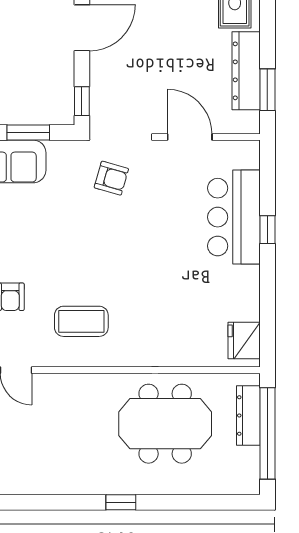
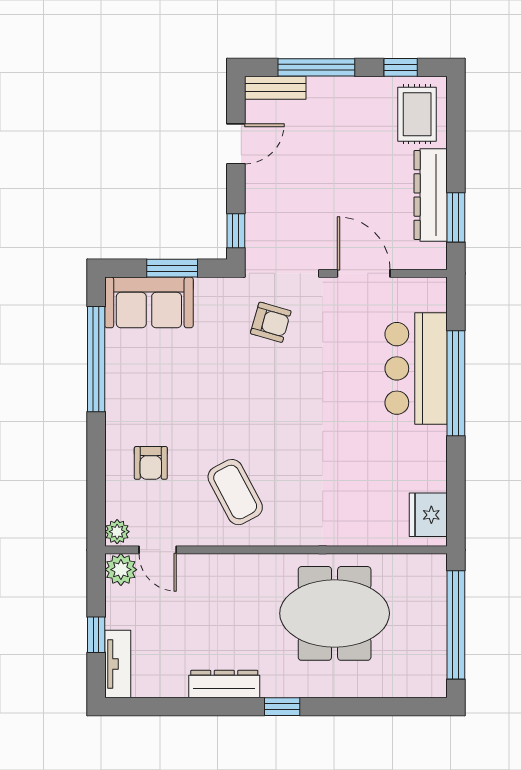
door: (82, 28) -> (236, 144), width x0.73
window: (267, 230) -> (456, 383), width x3.17
coffee table: (81, 321) -> (235, 492), turned 62
dresser: (248, 415) -> (224, 684), moved, turned 90

